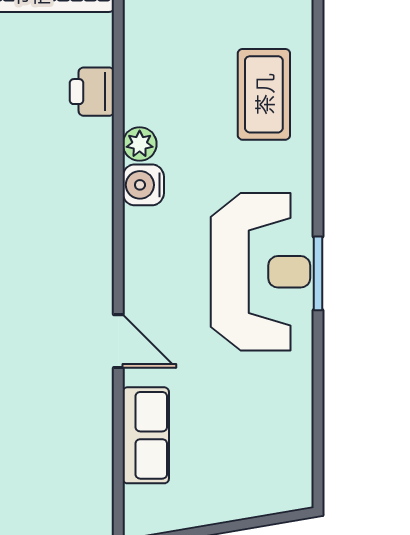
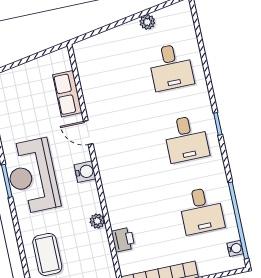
water cooler: (143, 185) -> (85, 172), moved

